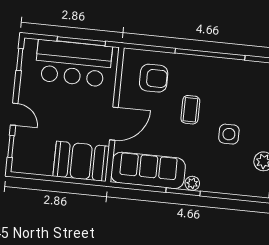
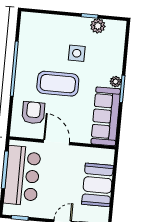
coffee table: (190, 110) -> (58, 84), width x1.86, depth x1.72
door: (114, 124) -> (57, 142), moved
booth: (81, 161) -> (98, 185), moved

